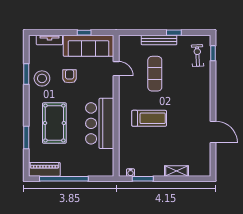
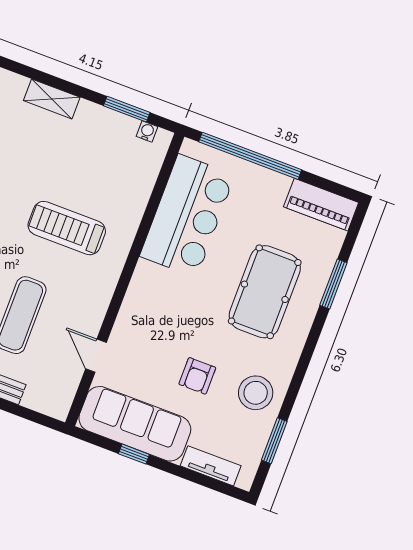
window: (26, 74) -> (274, 441), moved
bar counter: (100, 123) -> (187, 216), moved
window: (64, 179) -> (250, 156), moved

